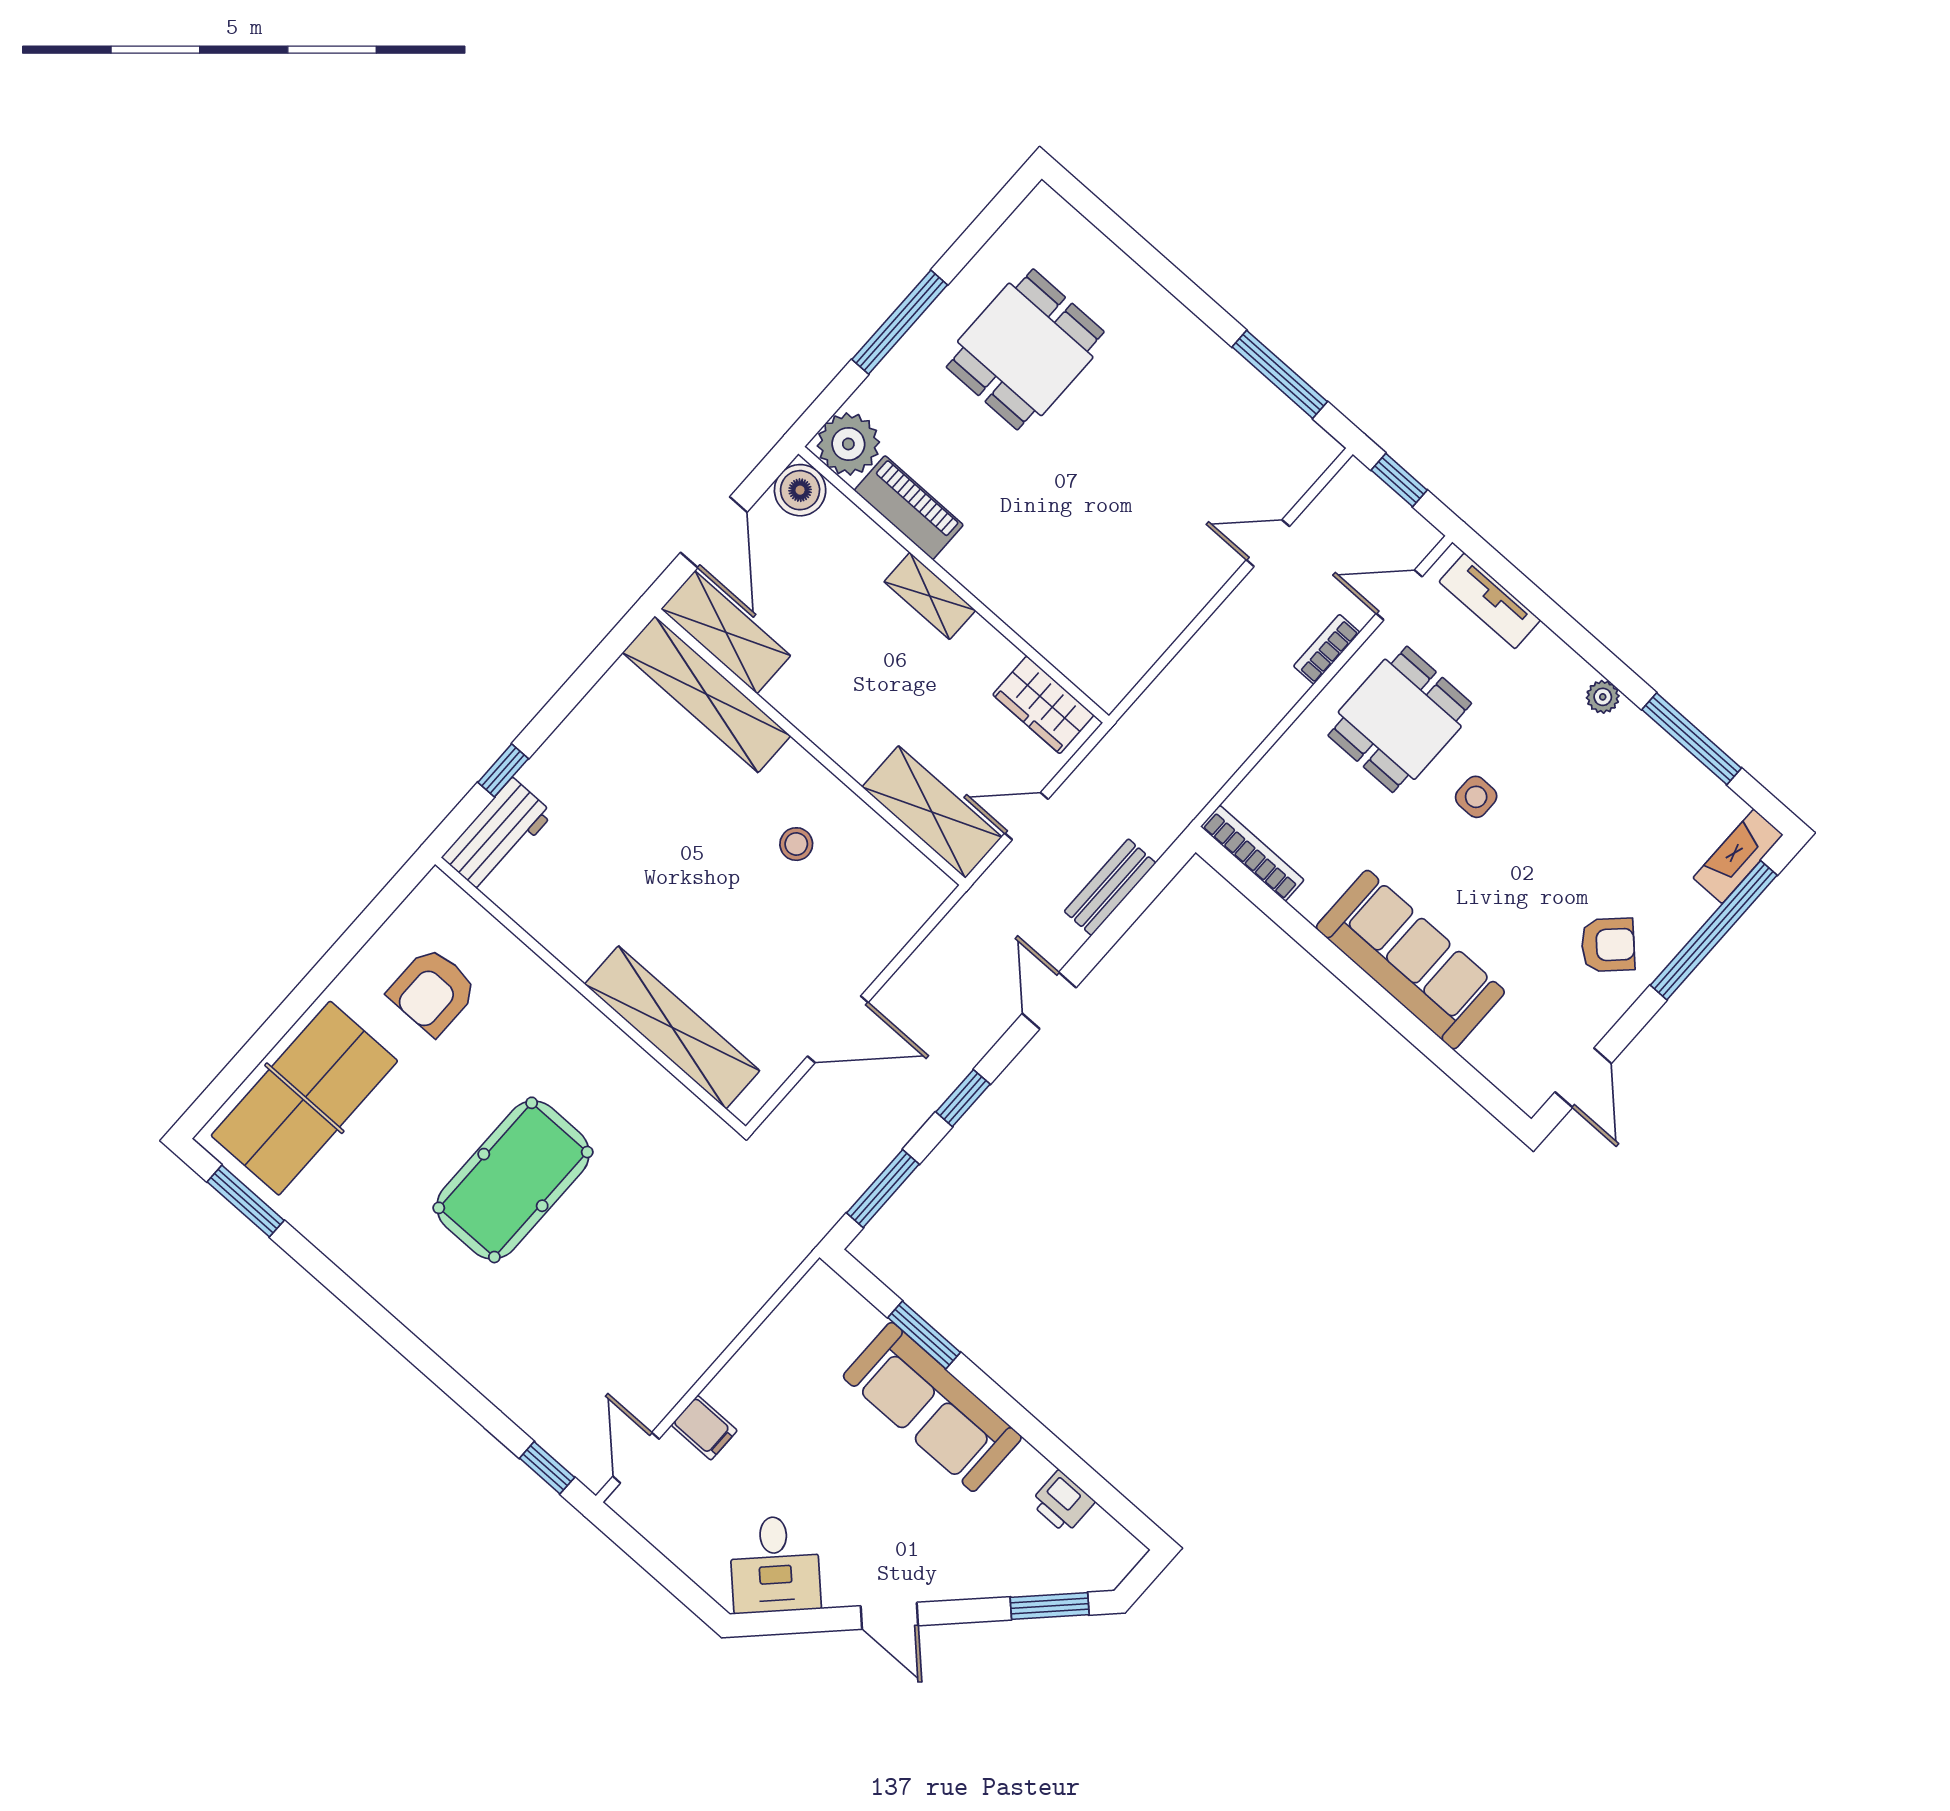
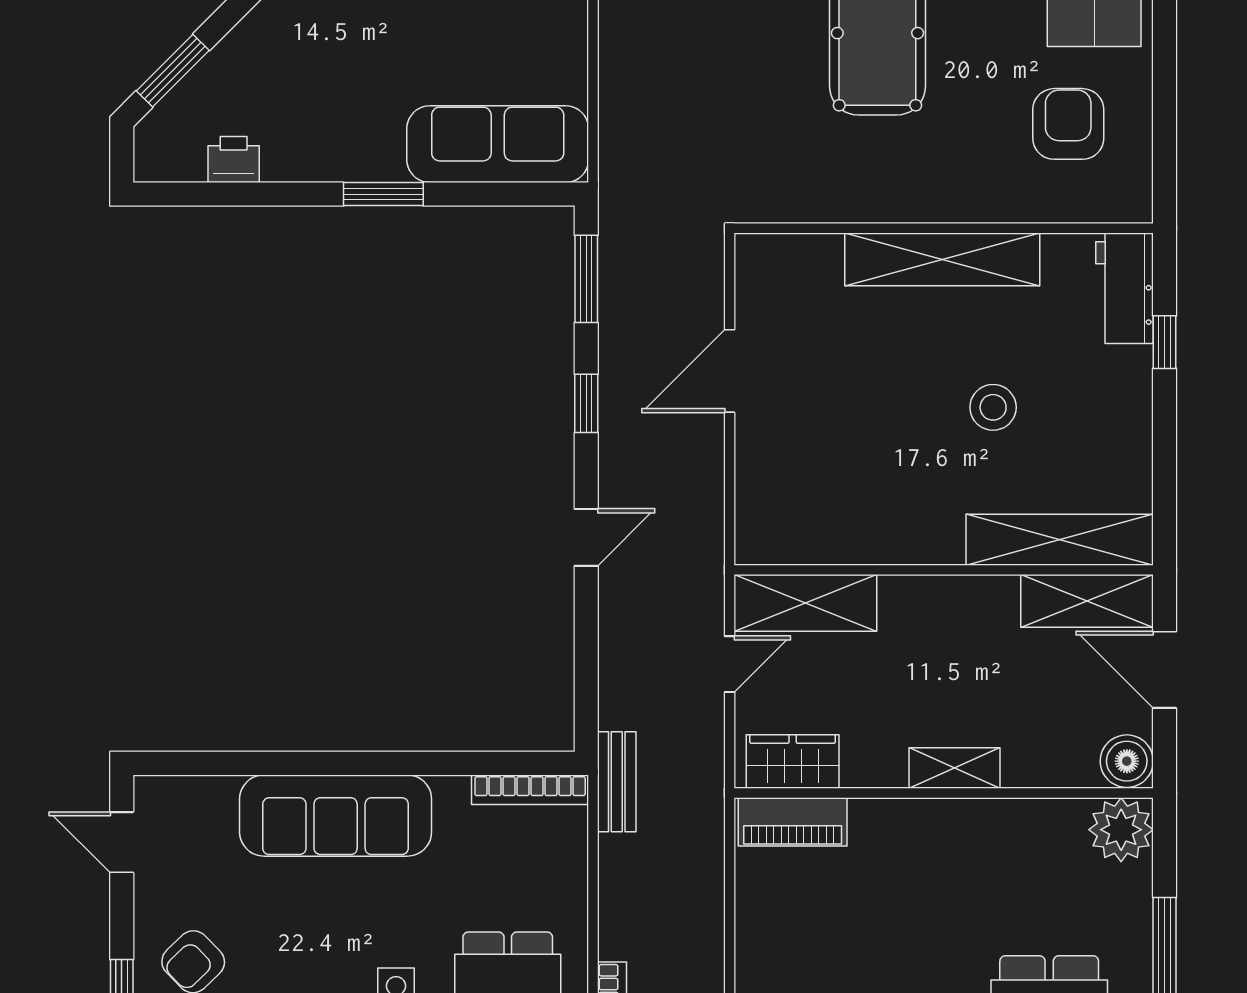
piano: (909, 508) -> (793, 822), moved
stool: (796, 844) -> (993, 407), moved, width x1.37, depth x1.37
bench: (1110, 887) -> (617, 782), moved
door: (1049, 1001) -> (586, 537), hinge flipped
shelving: (672, 1027) -> (942, 259), moved
window: (924, 1335) -> (383, 194), moved
sofa: (932, 1407) -> (498, 144), moved

